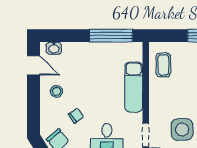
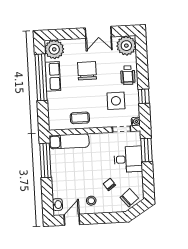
coffee table: (163, 65) -> (80, 118), moved
exam couch: (134, 87) -> (69, 141), moved

